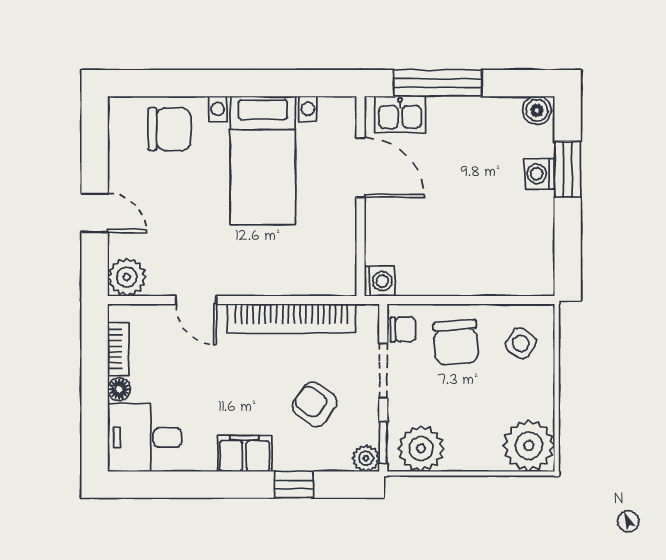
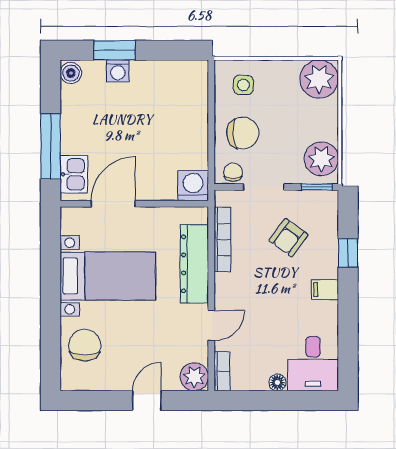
dresser: (279, 277) -> (194, 264), added
washing machine: (379, 281) -> (193, 186), width x1.38, depth x1.38
bookcase: (291, 319) -> (222, 239), width x0.68, depth x0.76
side table: (521, 343) -> (243, 85), turned -34
bookcase: (118, 349) -> (222, 371), moved, turned 90
filing cabinet: (244, 453) -> (325, 290), width x0.50
plant: (366, 458) -> (329, 200), removed

